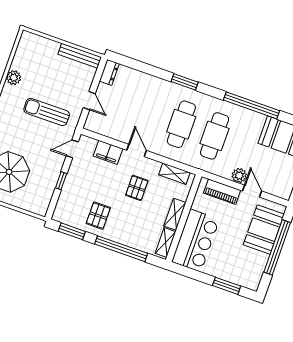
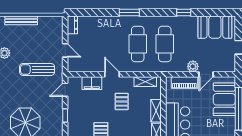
bench: (80, 56) -> (21, 20), moved
window: (251, 105) -> (184, 12), width x0.32
door: (252, 191) -> (206, 74), swing flipped

